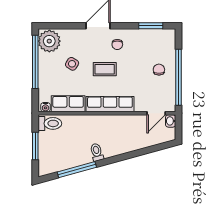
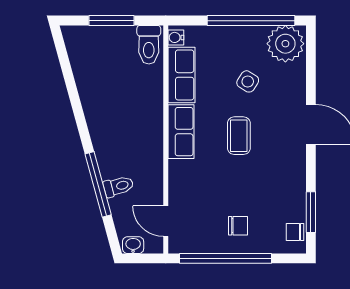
chair: (117, 44) -> (295, 232), moved
row of seats: (110, 104) -> (181, 132), width x0.68
washbasin: (171, 121) -> (133, 245), moved
toilet: (97, 152) -> (118, 186), moved
window: (77, 170) -> (98, 184), moved

